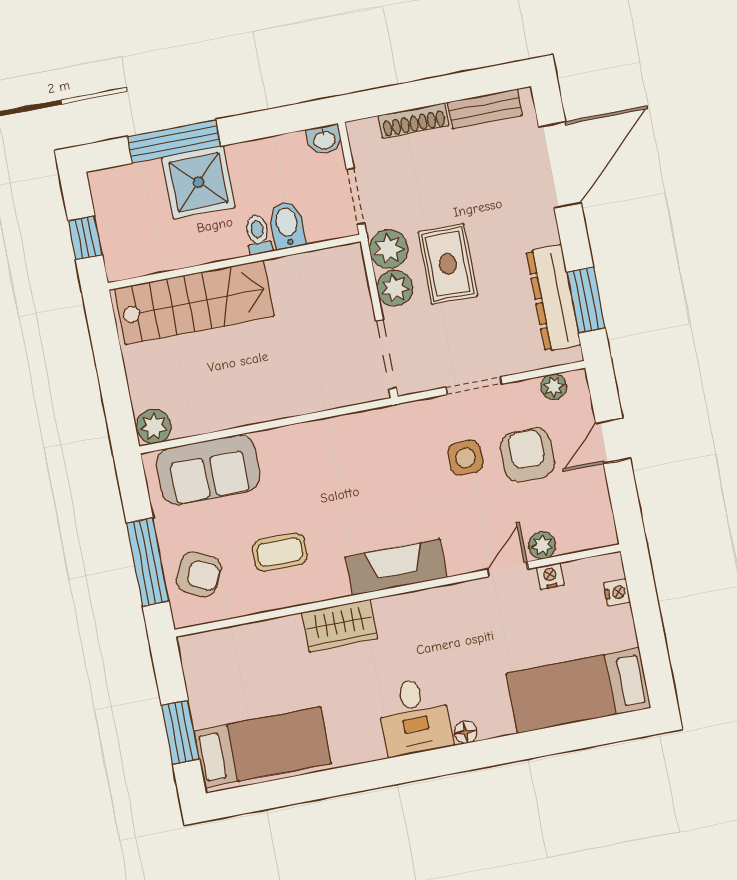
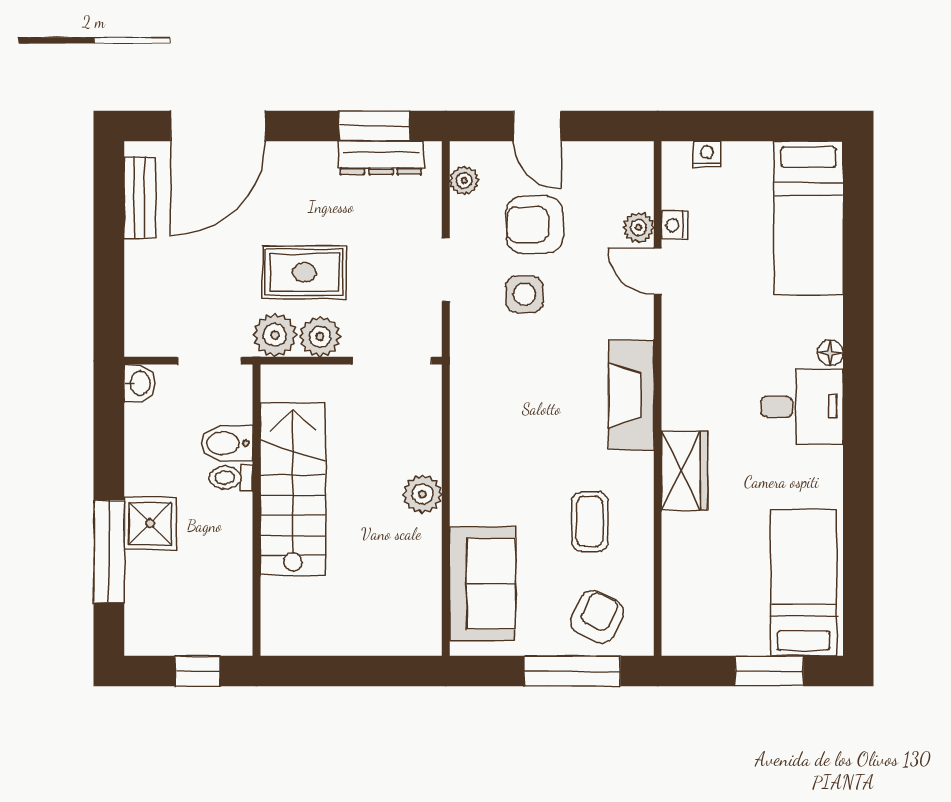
shoe rack: (413, 121) -> (137, 280), removed
door: (560, 165) -> (218, 126), swing flipped
shower: (198, 182) -> (150, 523), width x0.73, depth x0.73
dresser: (553, 298) -> (381, 158), width x0.73, depth x0.80
stairs: (194, 302) -> (293, 489), moved
plant: (154, 426) -> (422, 494), moved

